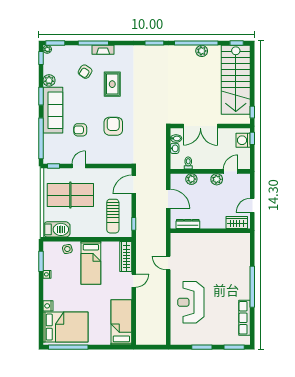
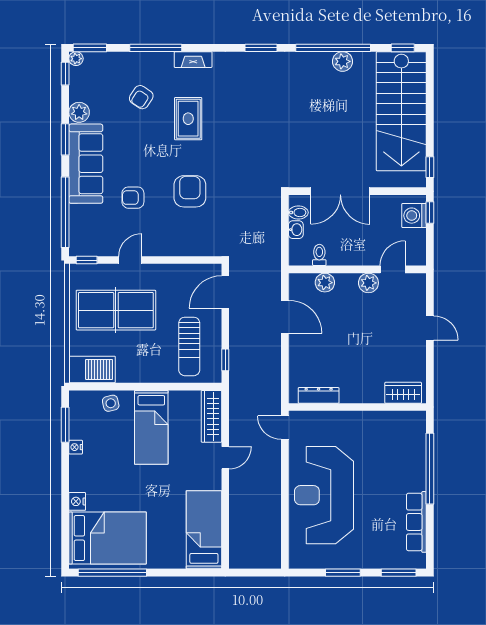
fireplace: (103, 50) -> (193, 60), moved
door: (252, 205) -> (430, 328), swing flipped
wardrobe: (237, 222) -> (403, 393), moved
dresser: (188, 224) -> (319, 395), moved
wall: (210, 231) -> (357, 407), moved
reception desk: (191, 302) -> (324, 495), width x1.36, depth x1.30

